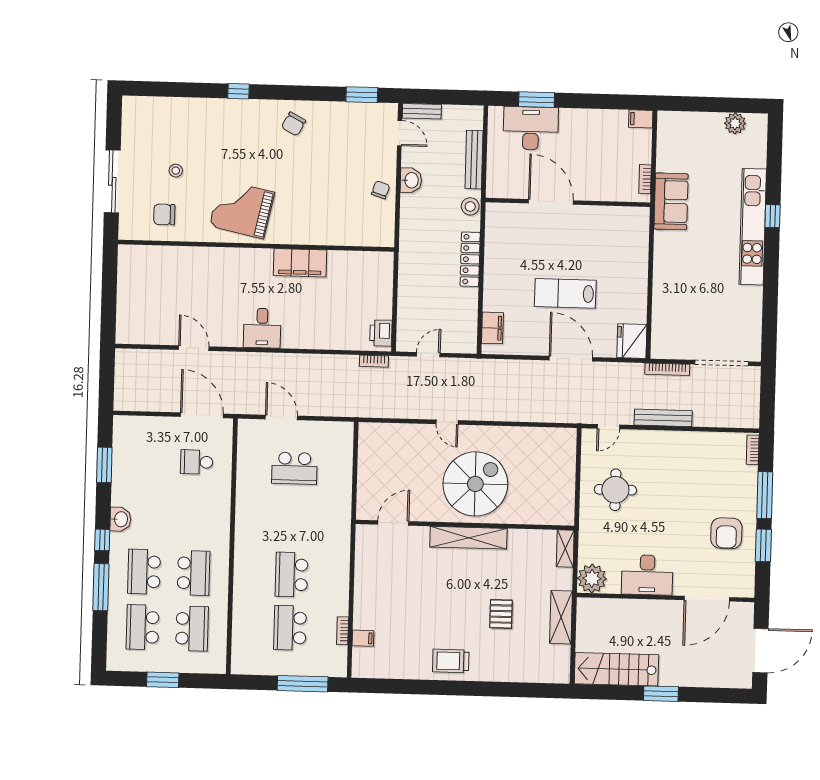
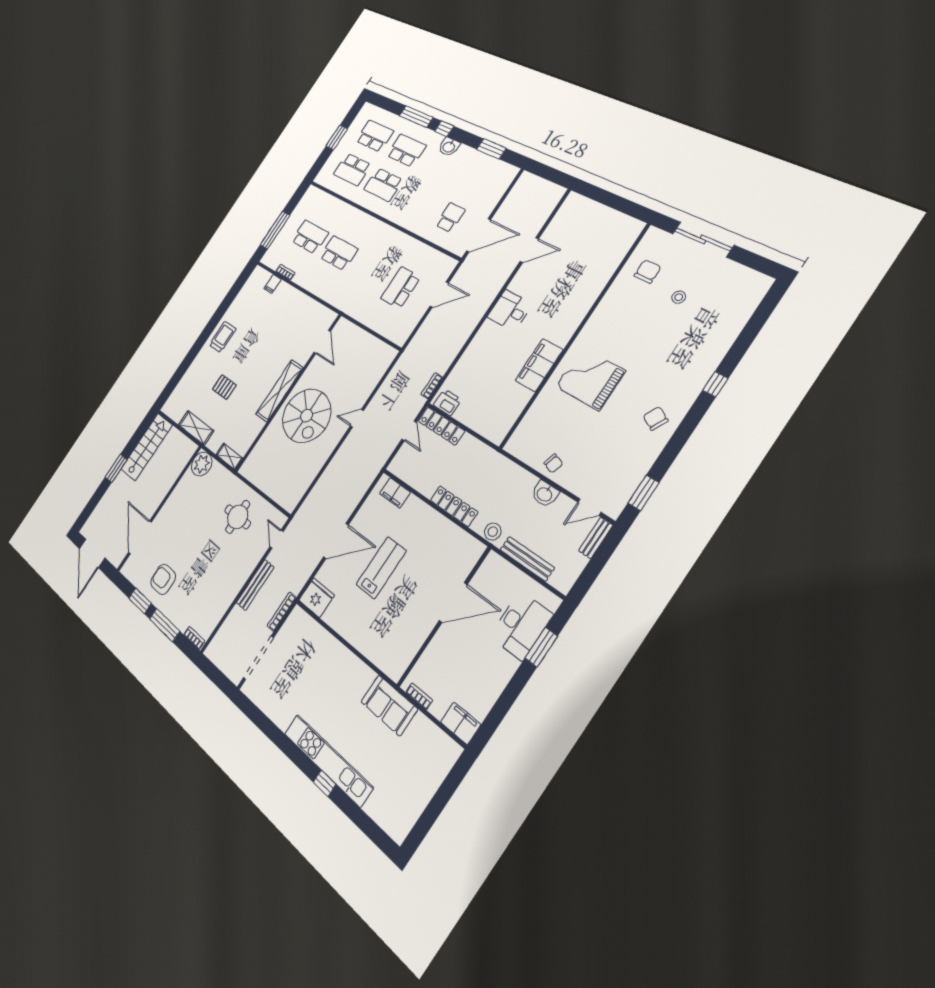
filing cabinet: (641, 119) -> (461, 723), width x2.00
plant: (735, 123) -> (411, 811), removed
grand piano: (242, 209) -> (590, 379), moved, turned -102
locker: (406, 323) -> (441, 426), added
desk: (647, 575) -> (179, 505), removed

